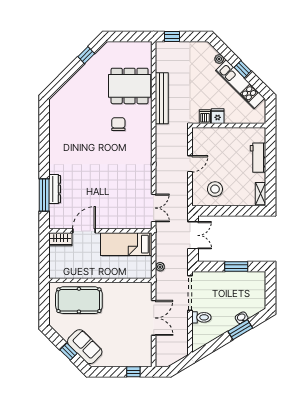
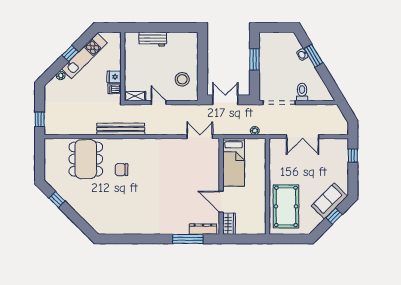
bench: (162, 98) -> (121, 129), moved
dresser: (55, 189) -> (203, 229), moved
shelving: (260, 194) -> (135, 96), moved
double door: (154, 318) -> (303, 137), swing flipped

